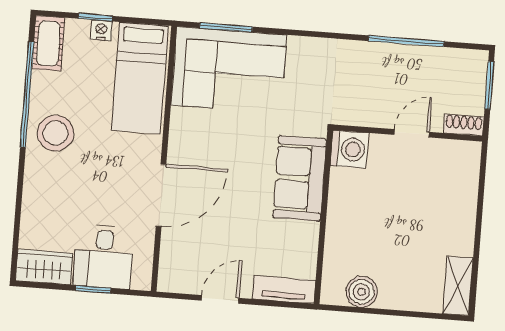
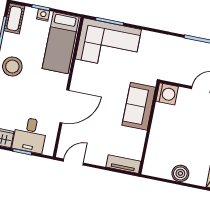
boiler: (361, 292) -> (180, 173), moved
door: (220, 299) -> (73, 162), moved

